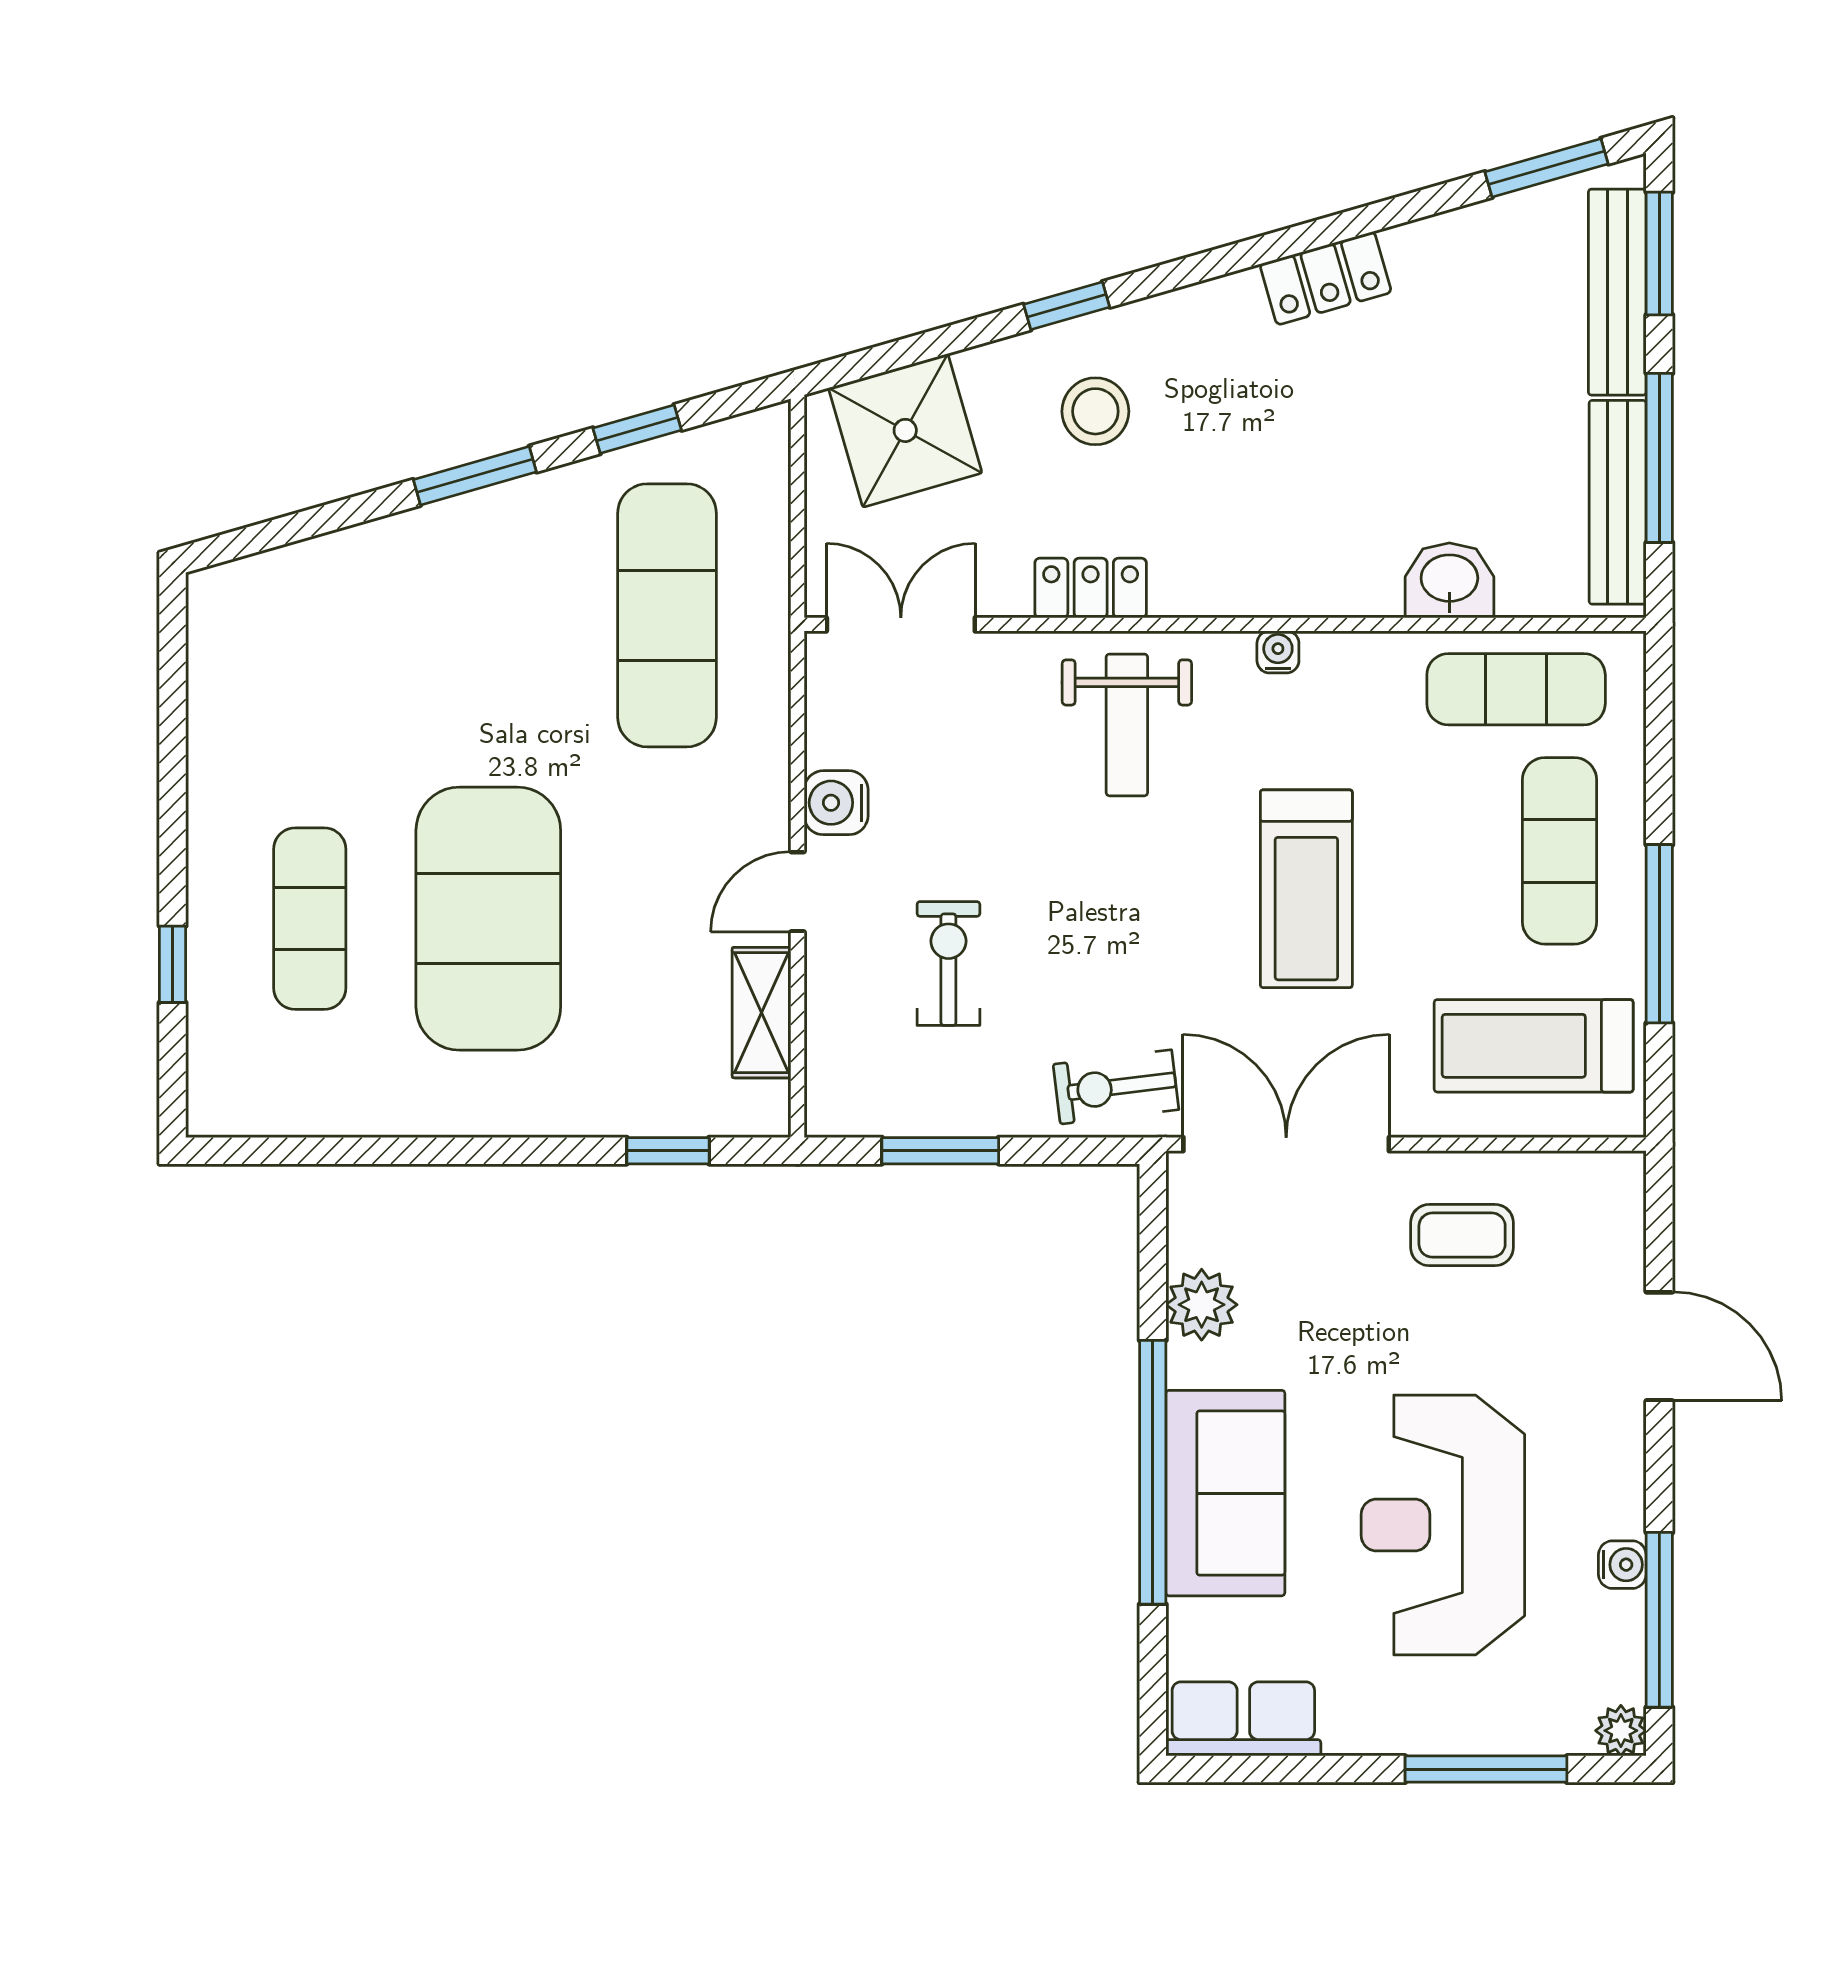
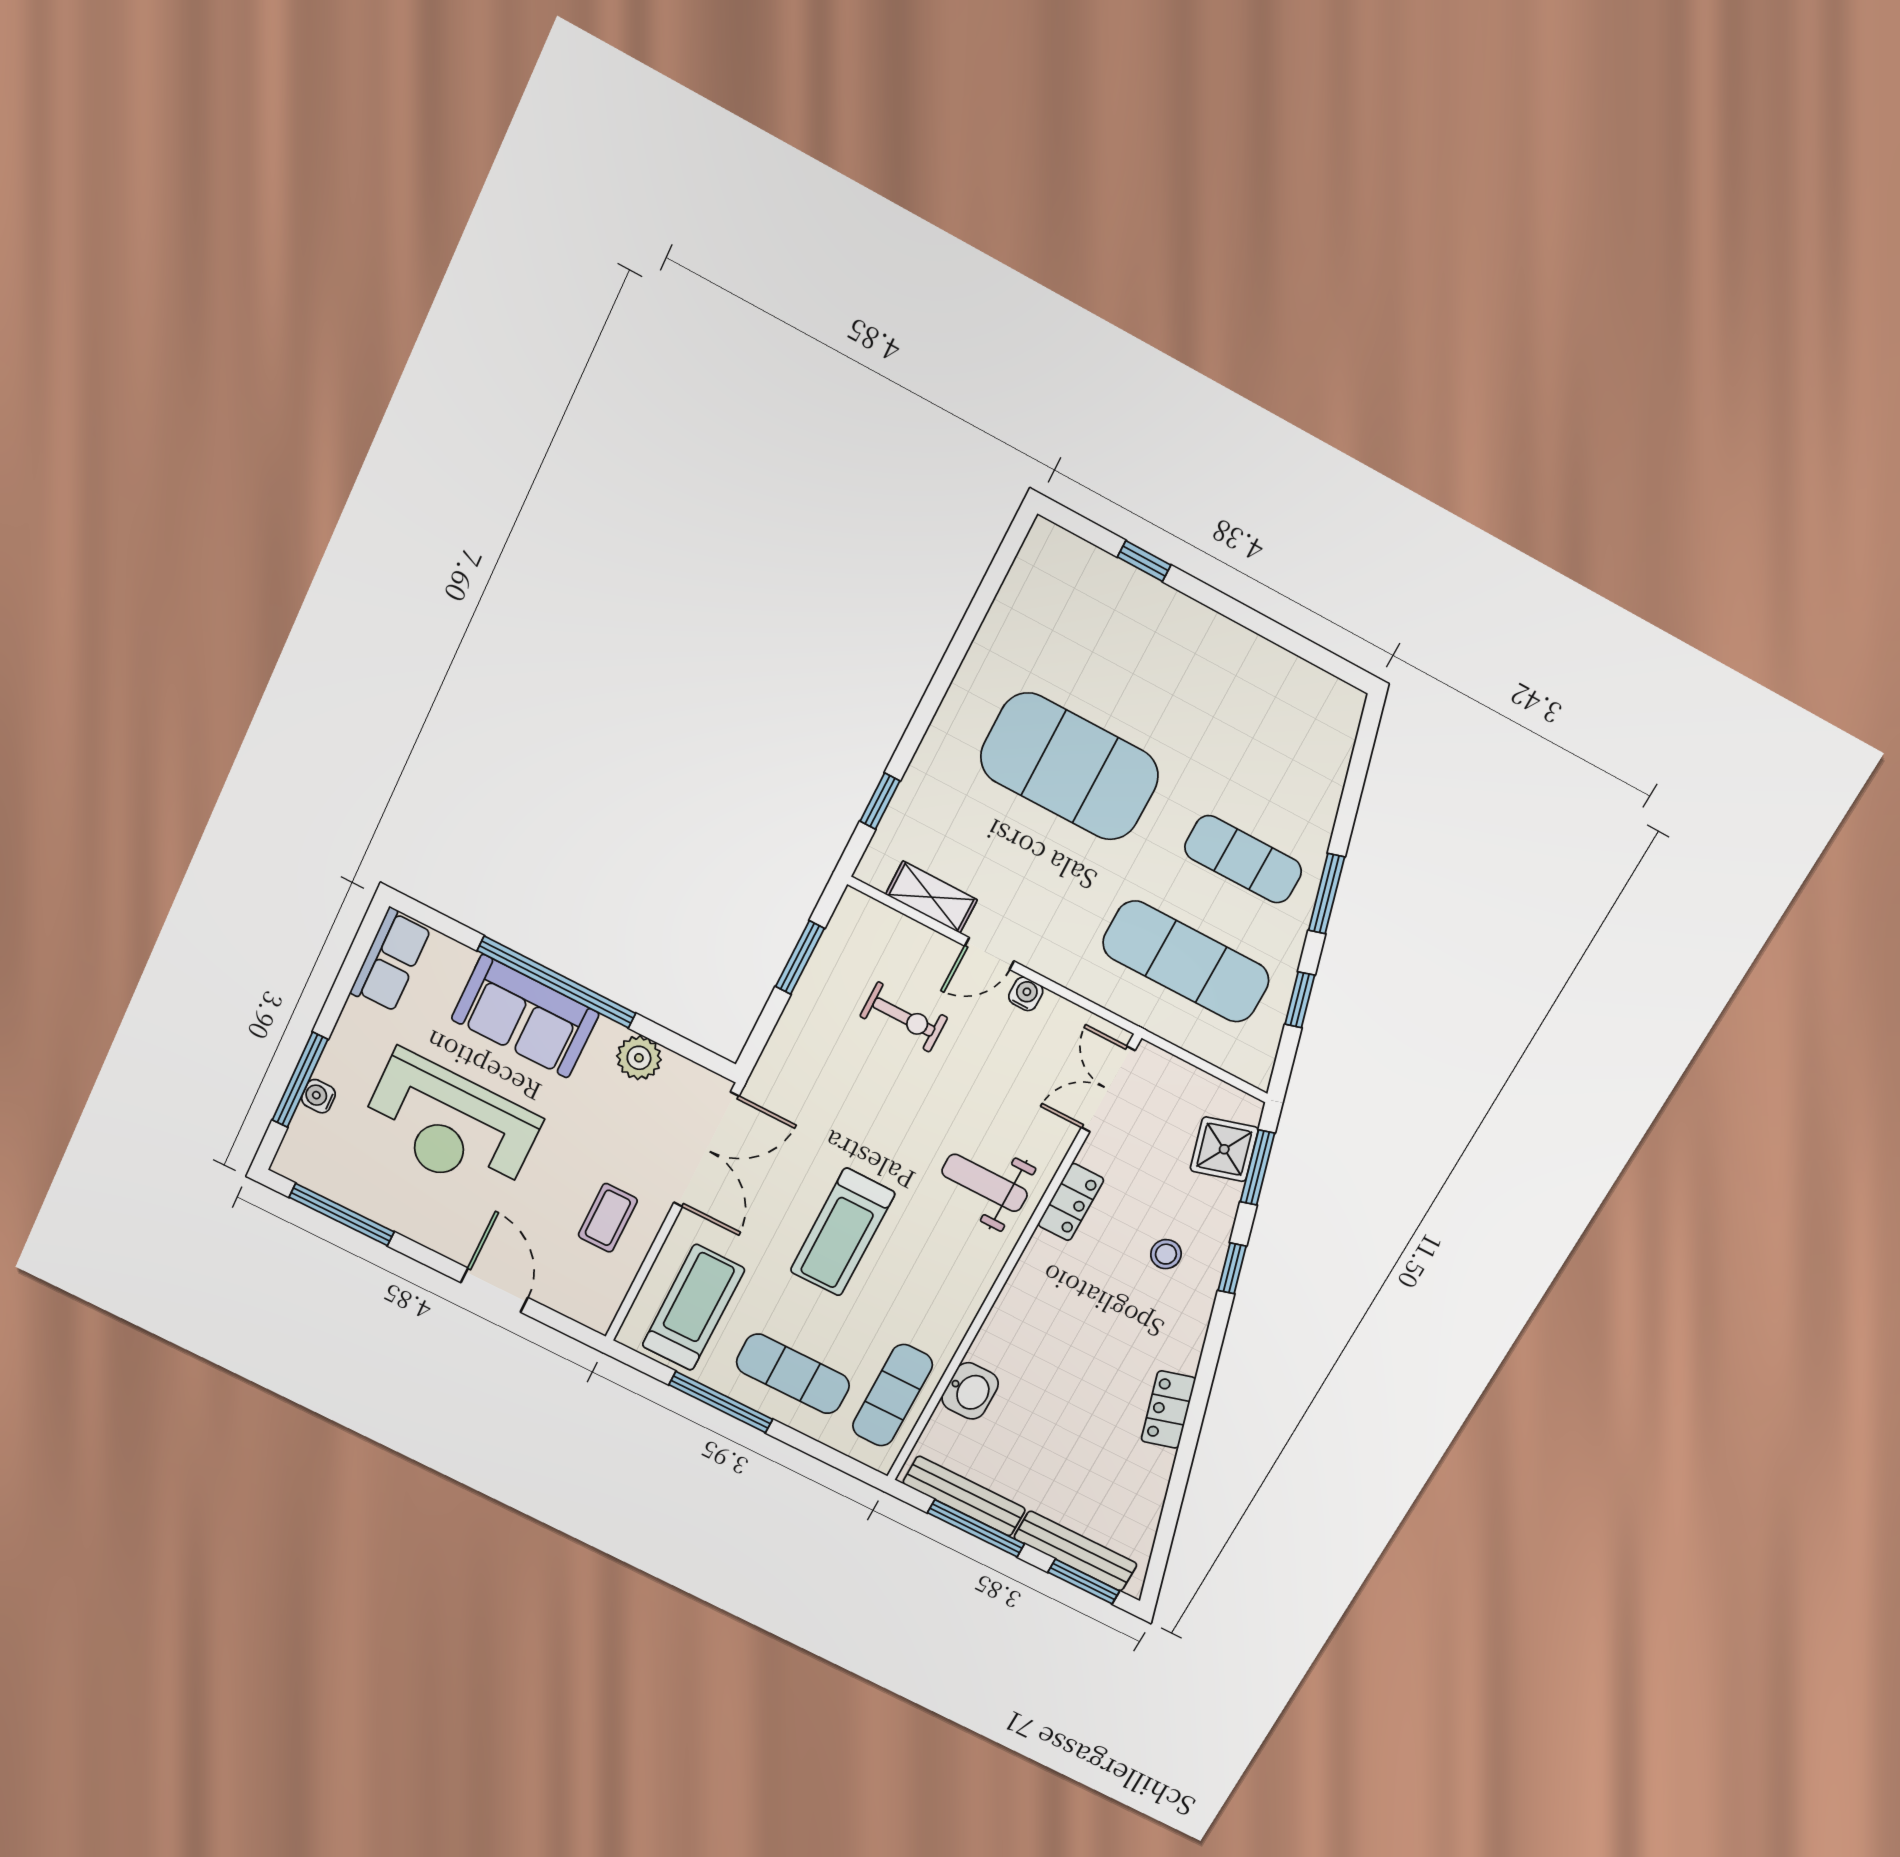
window: (1547, 168) -> (1258, 1168), moved
stool: (1095, 411) -> (1166, 1254), width x0.73, depth x0.73
shower: (905, 430) -> (1224, 1149), width x0.73, depth x0.73
double door: (901, 624) -> (1108, 1089), swing flipped
water cooler: (1278, 652) -> (981, 1283), removed
water cooler: (836, 803) -> (1026, 994), width x0.72, depth x0.72
treadmill: (1306, 889) -> (843, 1232), turned -90
door: (798, 892) -> (989, 953), swing flipped
exercise mat: (310, 919) -> (1243, 859), moved
exercise bike: (1116, 1087) -> (786, 1074), removed
door: (1659, 1346) -> (494, 1290), swing flipped
reception desk: (1443, 1525) -> (450, 1126), turned 180
water cooler: (1622, 1565) -> (318, 1096), moved, turned 90
plant: (1621, 1731) -> (289, 1163), removed

